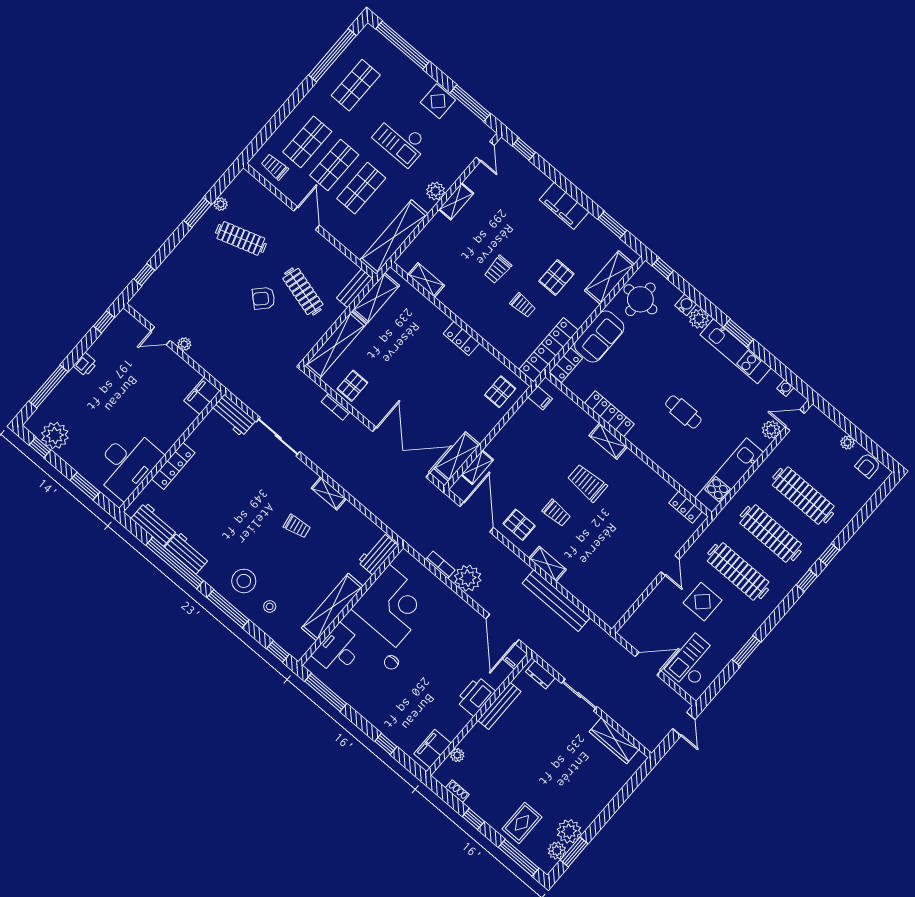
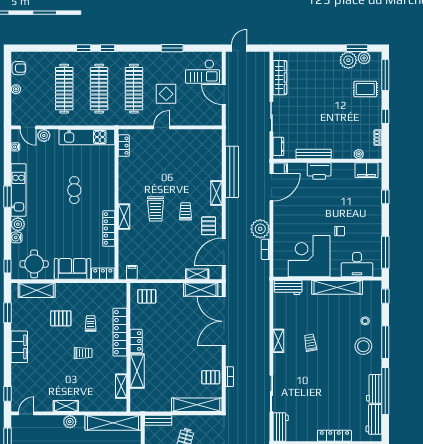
shelving: (376, 298) -> (137, 371), moved, turned 90
locker: (549, 350) -> (120, 332), moved, turned 90

